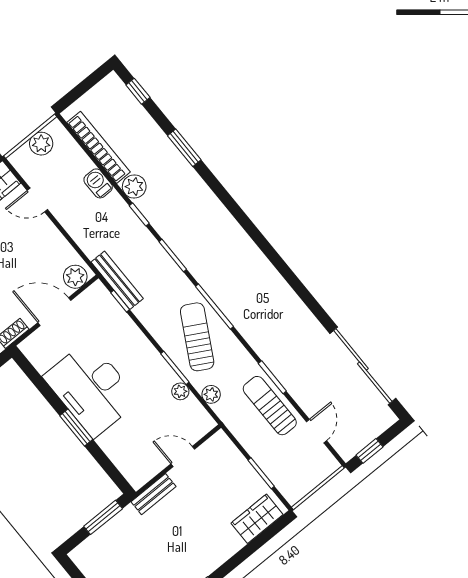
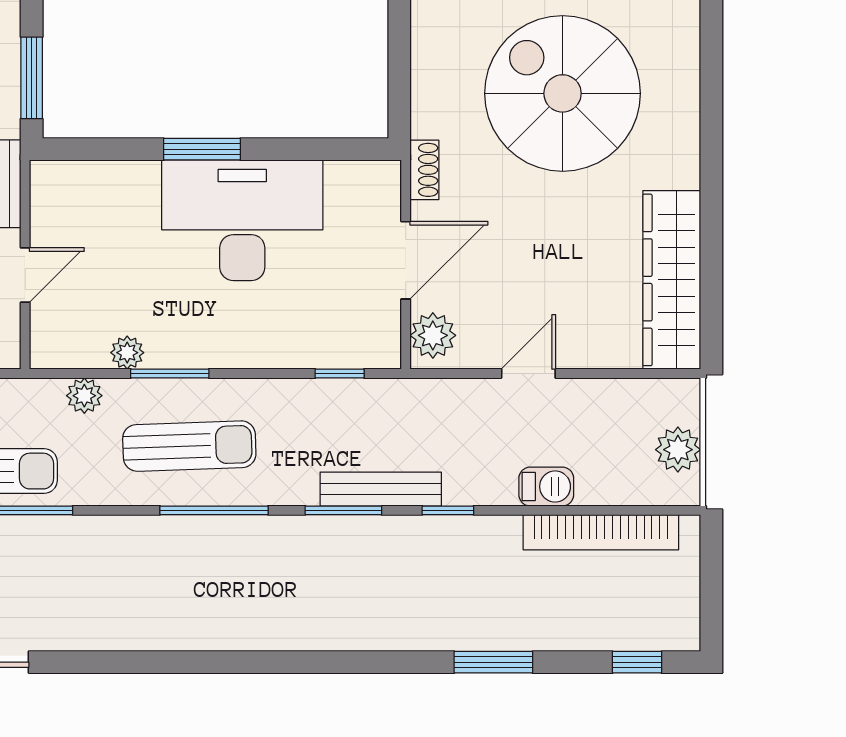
plant: (134, 187) -> (497, 538), removed
door: (37, 200) -> (528, 374), moved
bench: (117, 280) -> (381, 489), moved
sun lounger: (197, 337) -> (189, 446), turned -31

